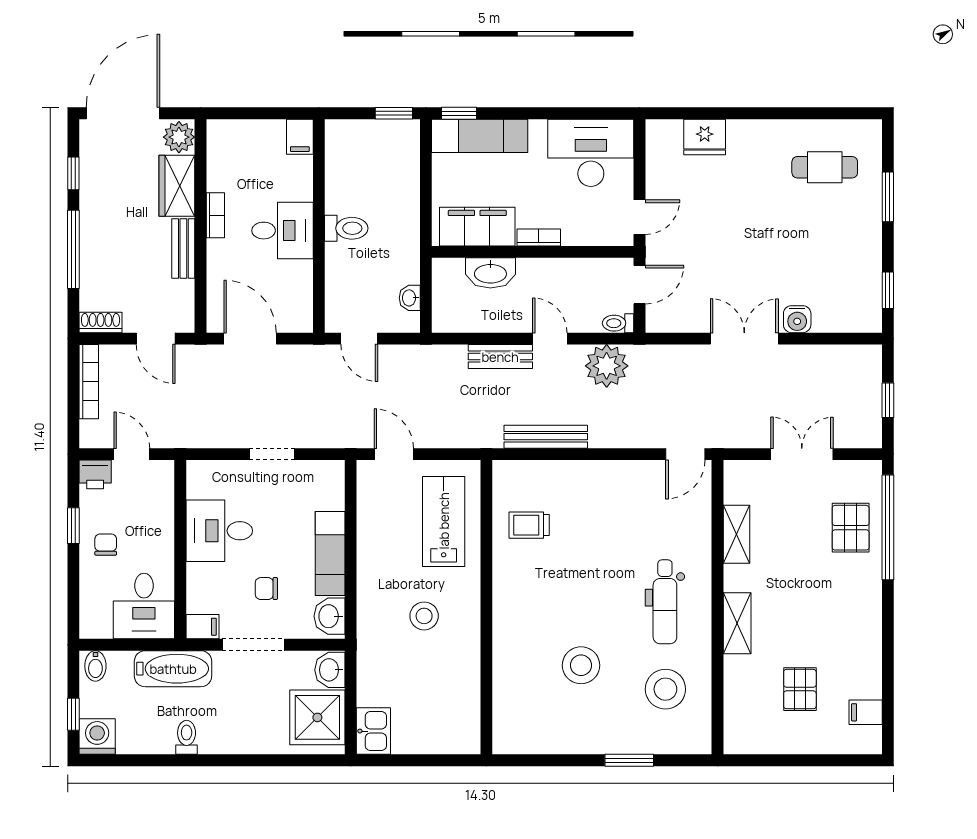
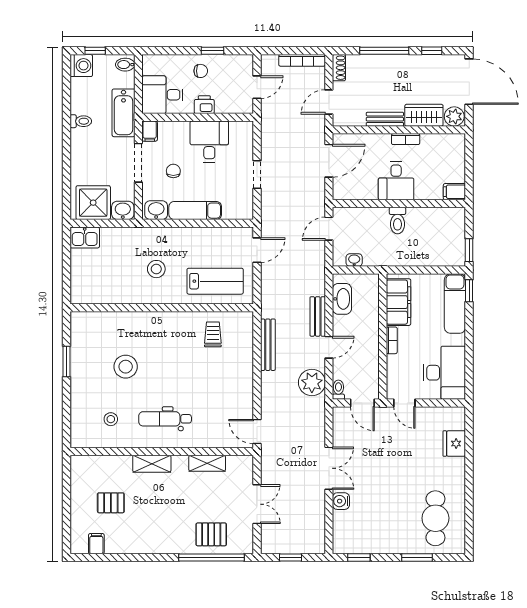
cafe table: (825, 167) -> (435, 518), width x1.37, depth x1.35
washbasin: (490, 273) -> (342, 299), moved, turned 180
printer: (95, 474) -> (204, 105), moved, turned 90
stool: (665, 689) -> (111, 419), width x0.53, depth x0.53
window: (629, 760) -> (67, 361), moved

